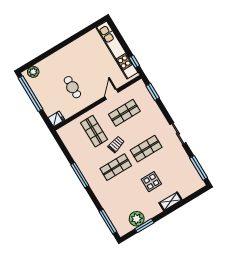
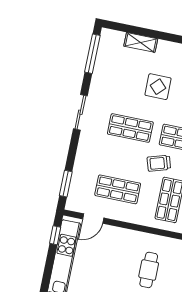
door: (111, 94) -> (93, 218), moved
shelving: (170, 201) -> (141, 42), moved

